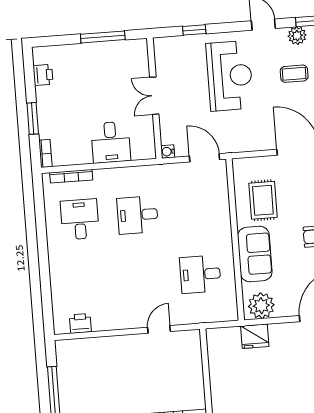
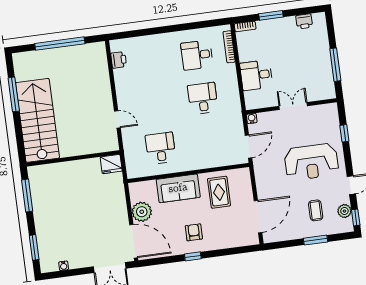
rug: (263, 200) -> (219, 192), turned 90
desk: (80, 219) -> (197, 55), turned 180
plant: (261, 306) -> (142, 212), moved
fridge: (255, 336) -> (111, 164), moved, turned -90

